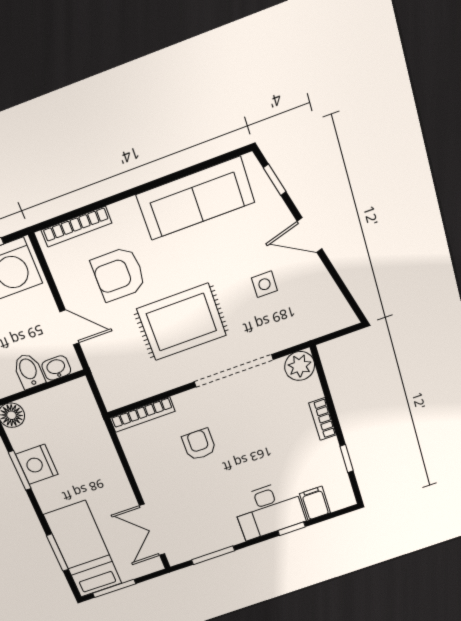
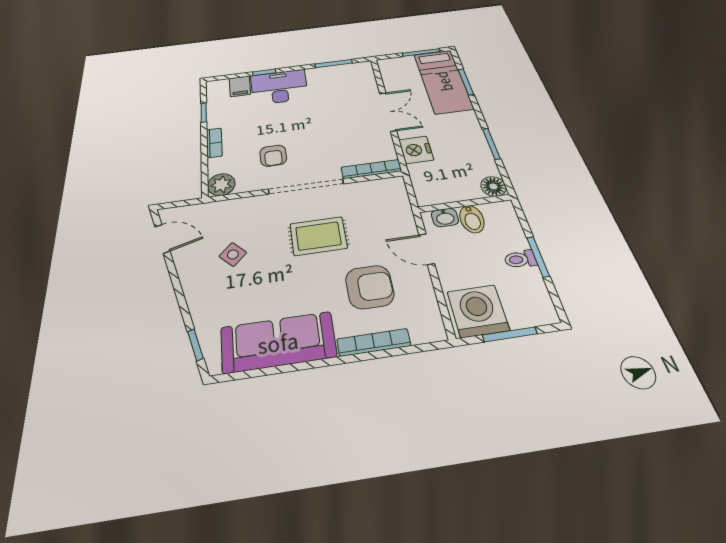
bookcase: (76, 227) -> (374, 342), moved
door: (310, 235) -> (162, 239), moved
side table: (264, 284) -> (233, 254), turned 45
rug: (182, 322) -> (318, 236), width x0.73, depth x0.70
doorway: (234, 371) -> (306, 187), moved
armchair: (199, 444) -> (273, 156), moved
nightstand: (37, 464) -> (416, 150), moved, turned 180
double door: (152, 530) -> (388, 112), moved

